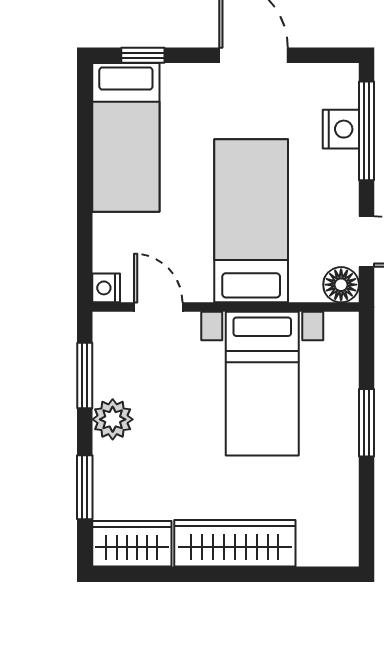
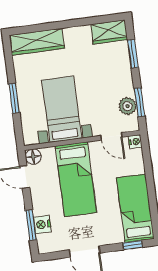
window: (366, 131) -> (31, 225), width x0.69
plant: (113, 419) -> (128, 106), moved
wardrobe: (235, 543) -> (37, 42), moved

